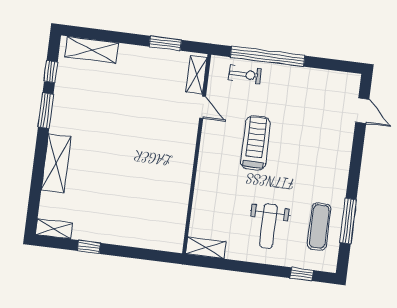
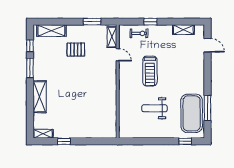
window: (268, 56) -> (150, 22), width x0.32
pallet: (130, 89) -> (76, 50), added
treadmill: (256, 143) -> (150, 71), turned 180
weight bench: (268, 226) -> (154, 108), moved, turned 90
exercise mat: (319, 226) -> (192, 113), width x2.00, depth x1.45
shelving: (206, 248) -> (183, 30), moved

